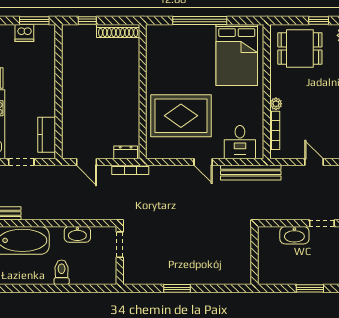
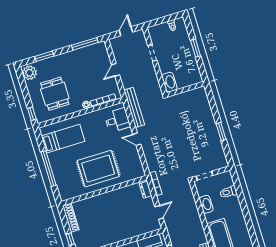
window: (319, 20) -> (32, 114), moved
dining table: (300, 48) -> (55, 94), moved
bed: (237, 55) -> (63, 139), width x0.67
rug: (181, 116) -> (98, 169), moved, turned 90
door: (203, 162) -> (137, 139), swing flipped
washbasin: (294, 235) -> (169, 82), moved
toilet: (62, 272) -> (228, 192), moved

